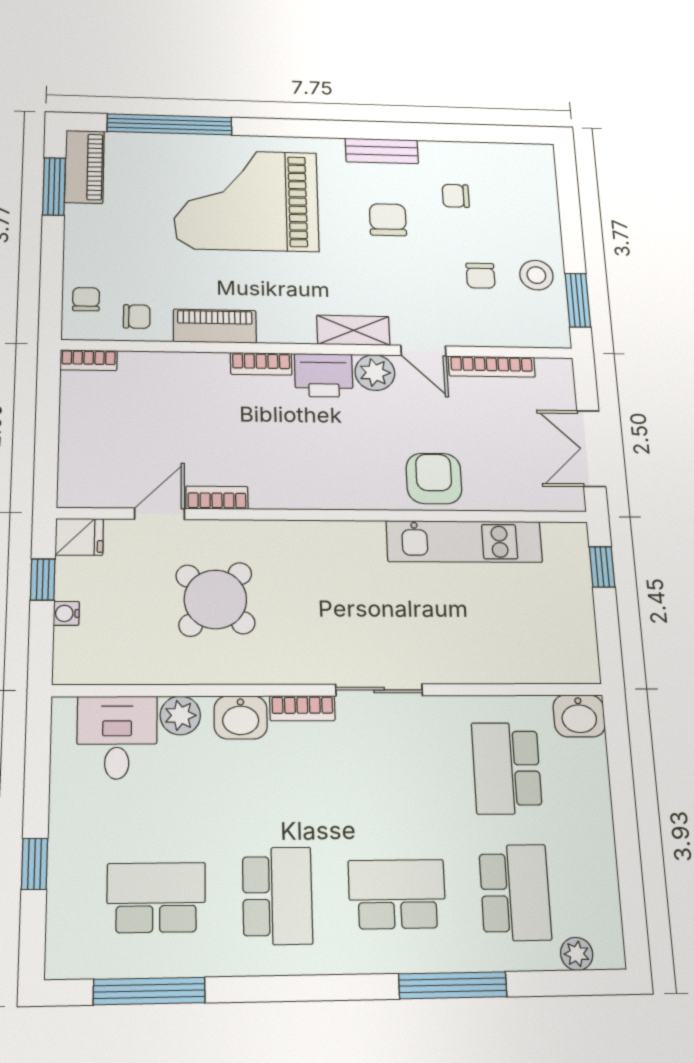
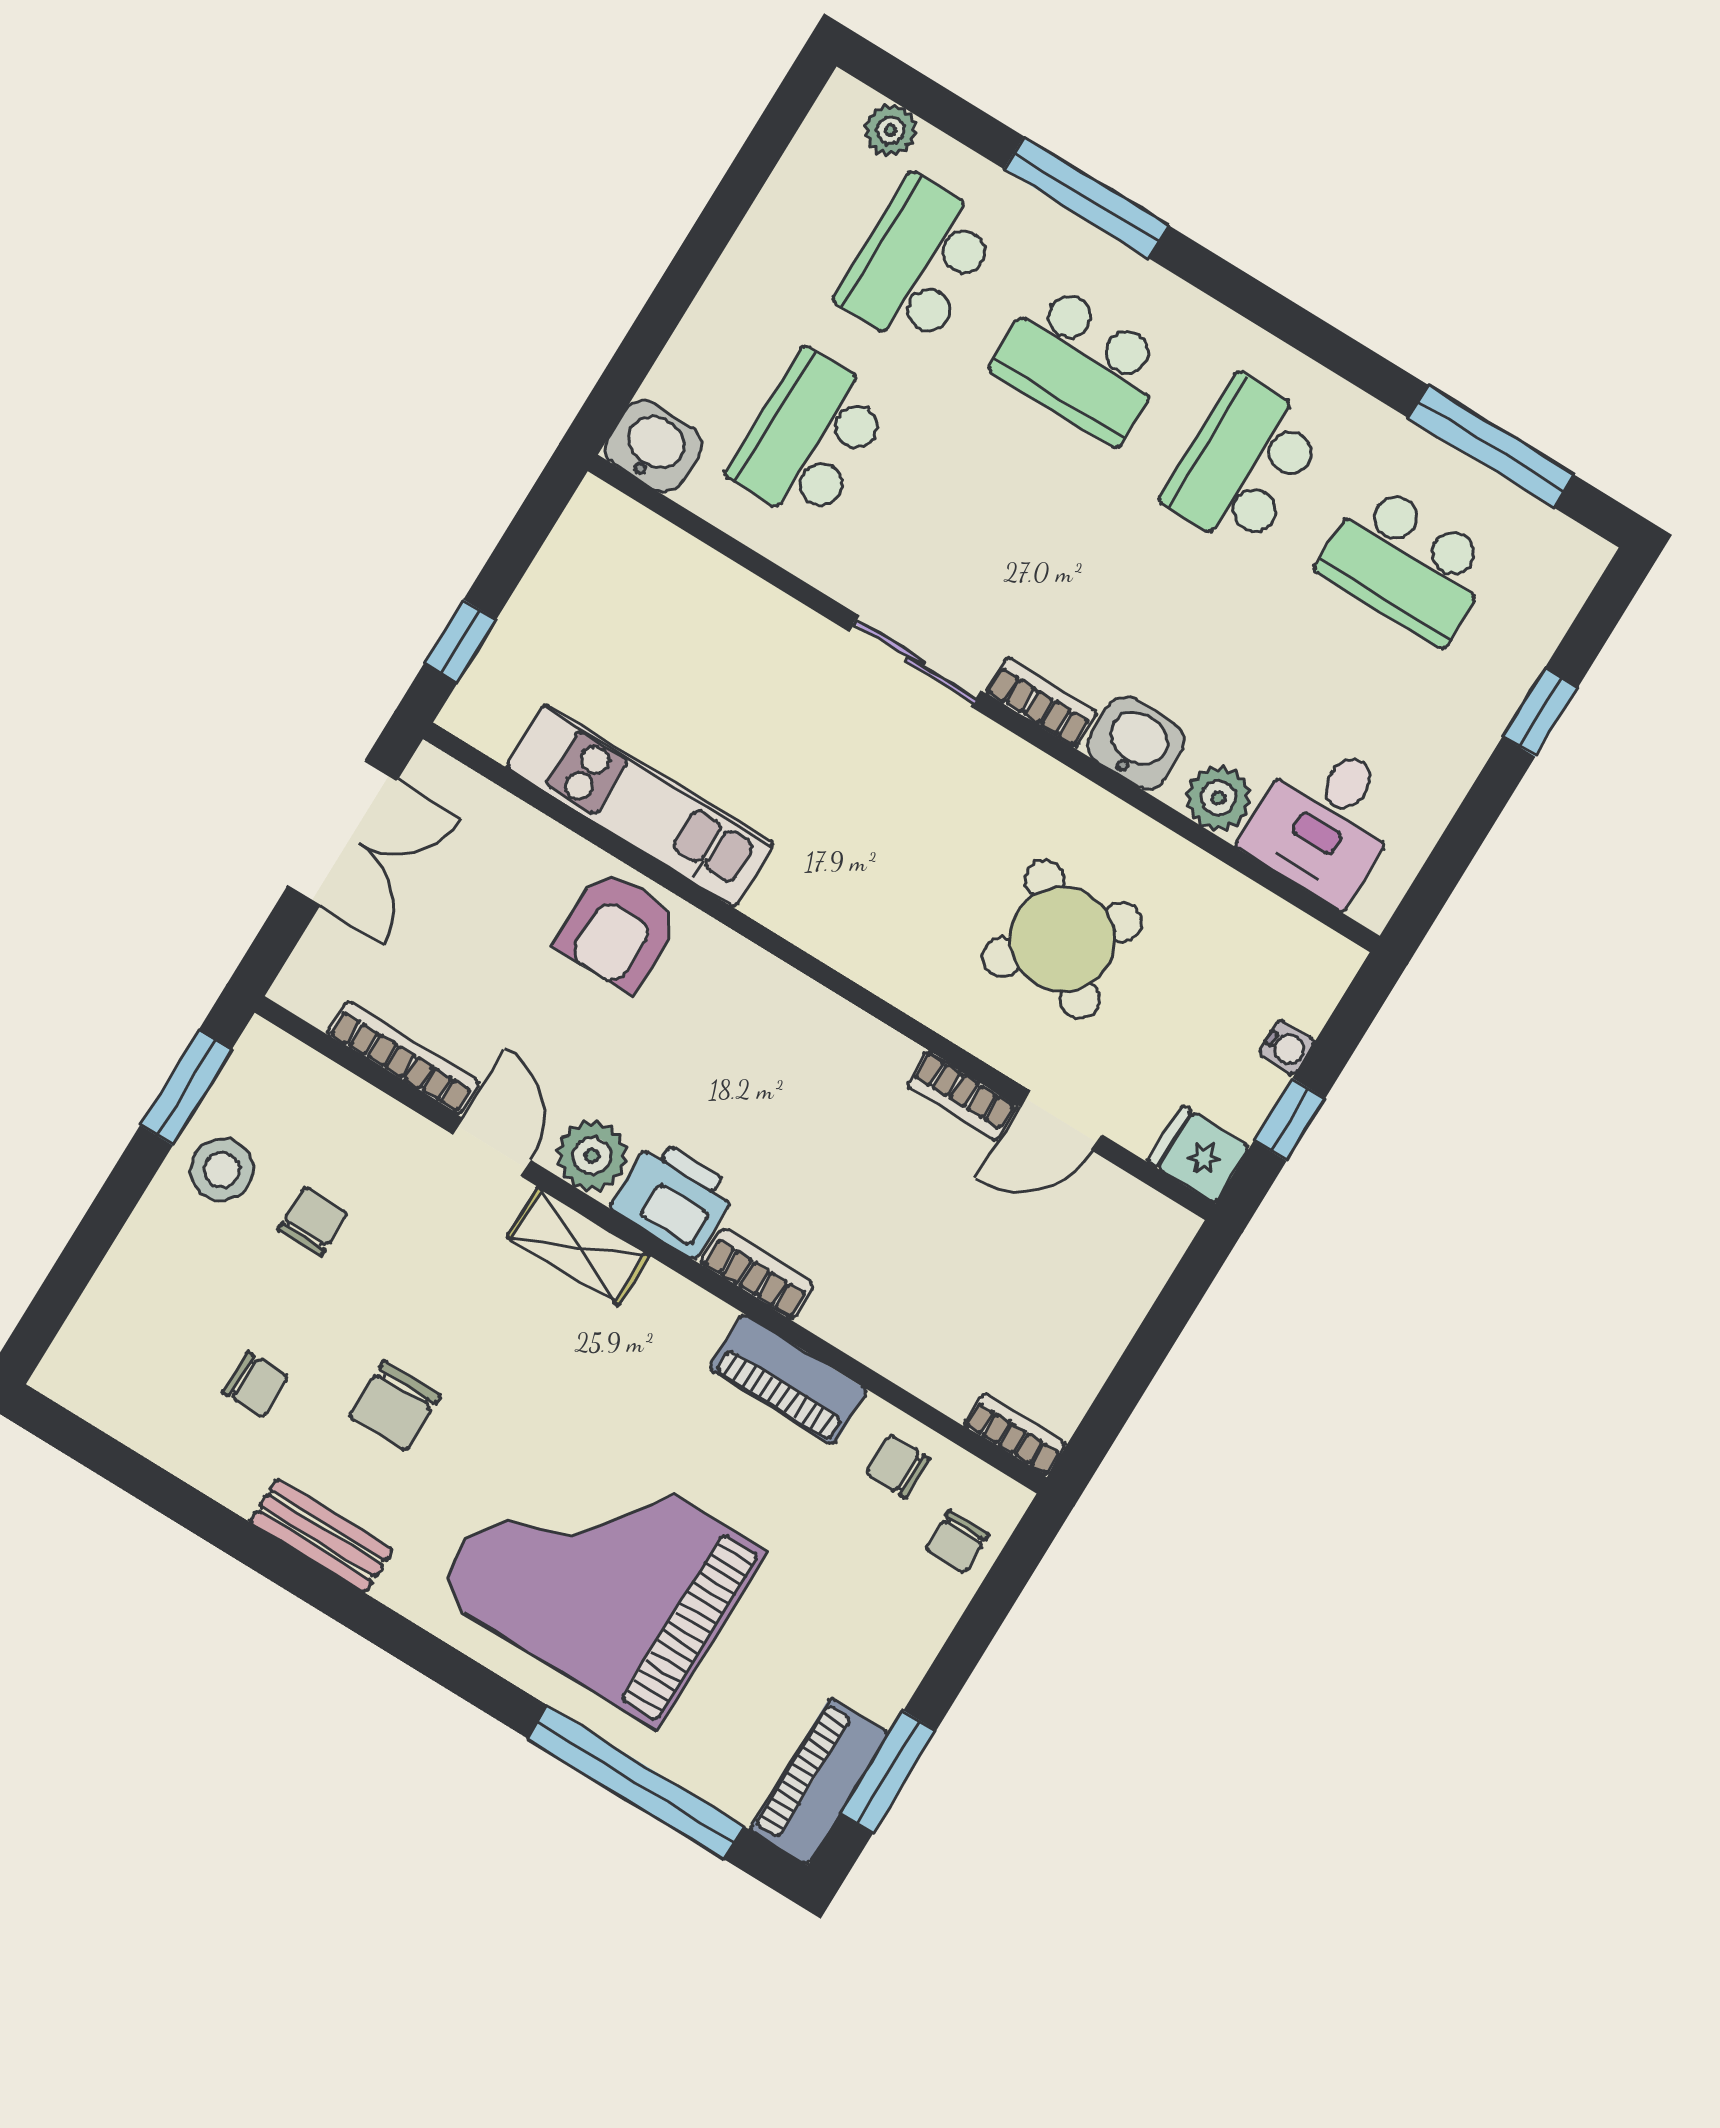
grand piano: (246, 200) -> (600, 1572), turned 180
school desk: (507, 768) -> (810, 438), turned 180

